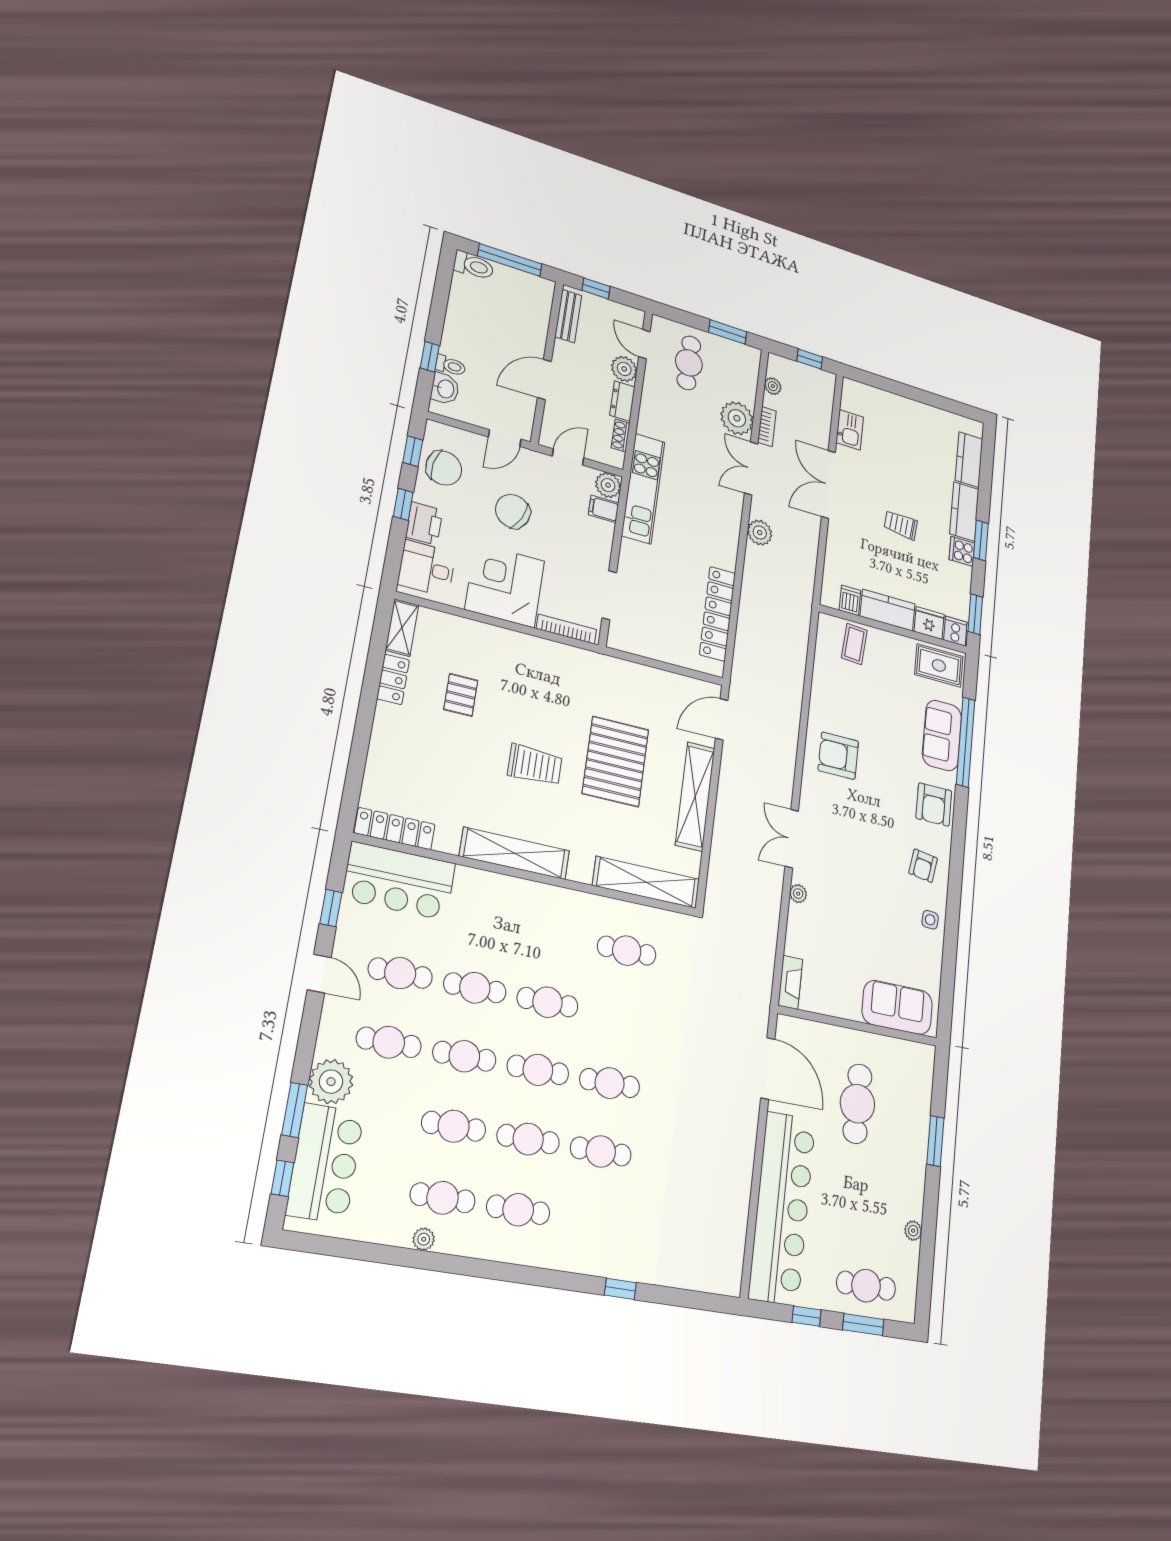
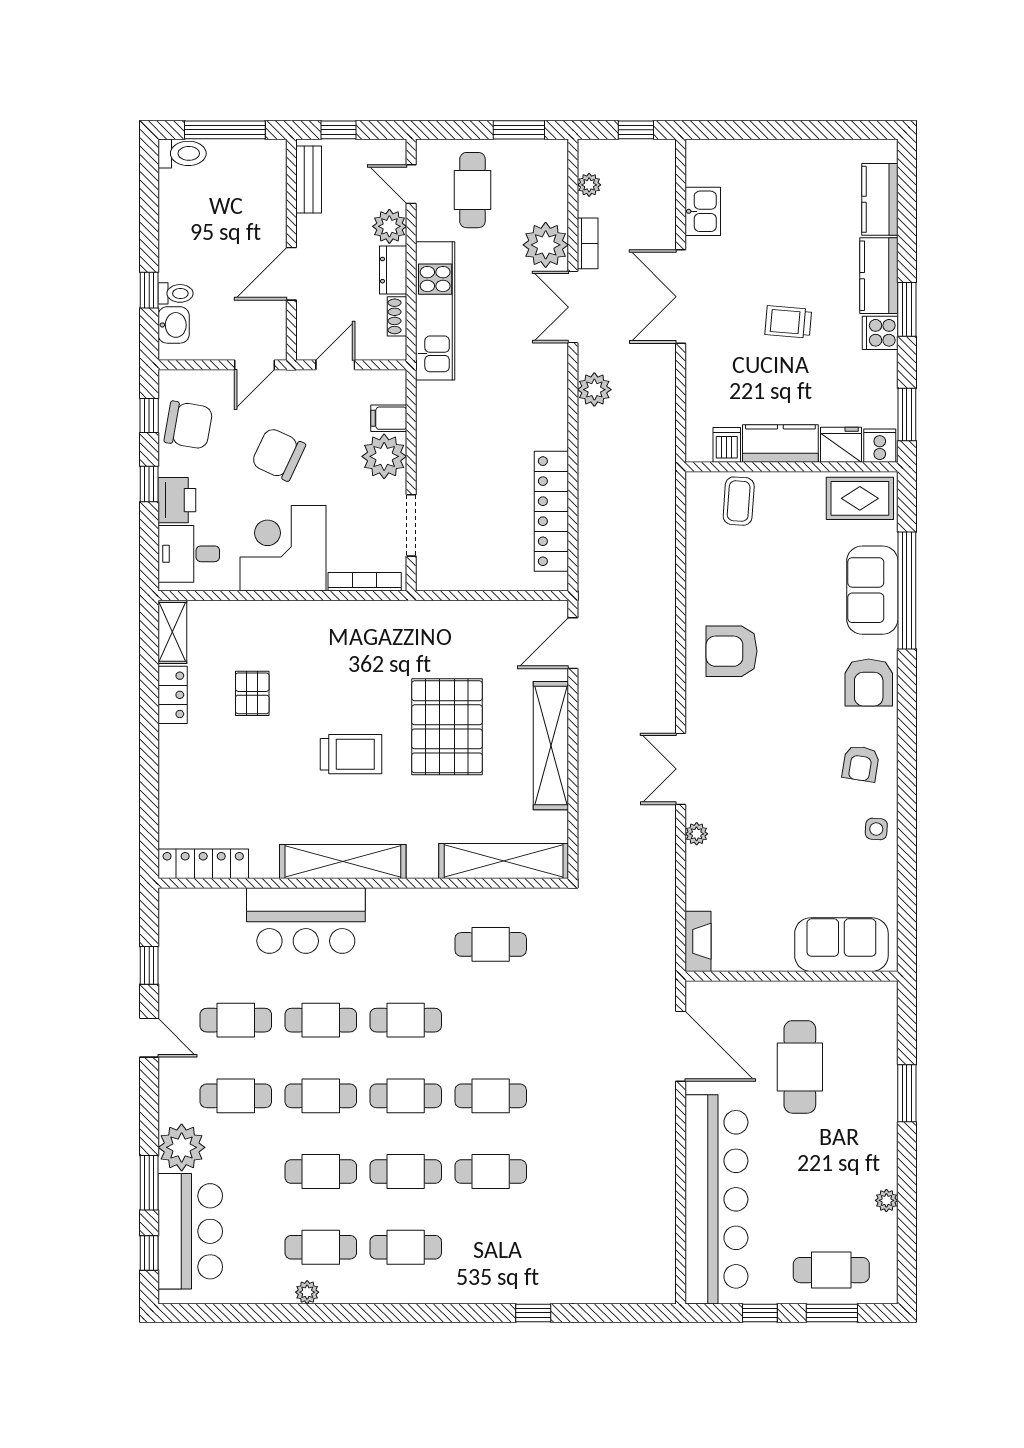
plant: (608, 485) -> (384, 456), moved, width x1.36, depth x1.36
kitchen unit: (643, 489) -> (435, 311), moved
bar counter: (399, 881) -> (306, 921), moved

